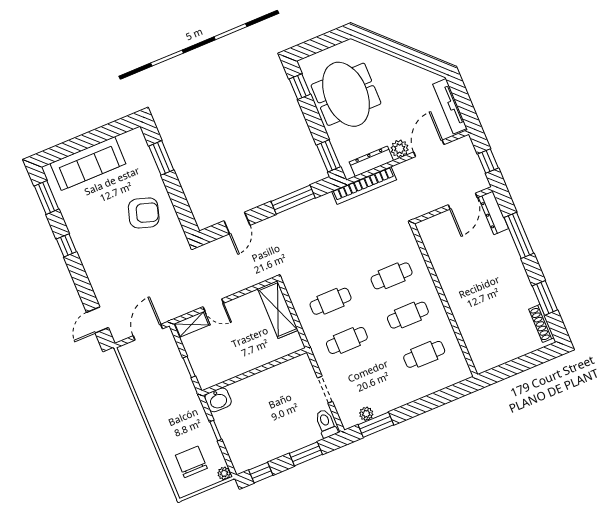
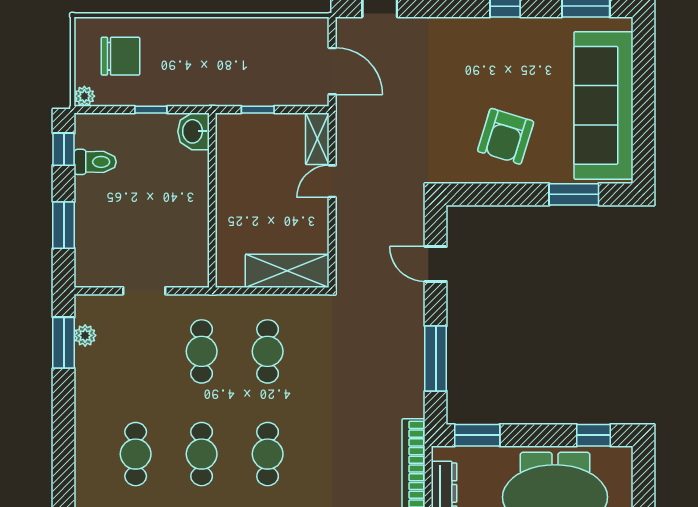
sofa: (88, 164) -> (603, 105), width x1.36, depth x1.27
toilet: (326, 423) -> (95, 162), moved

